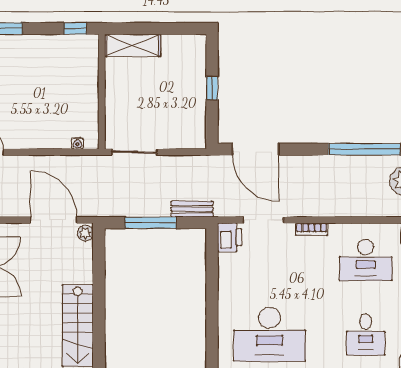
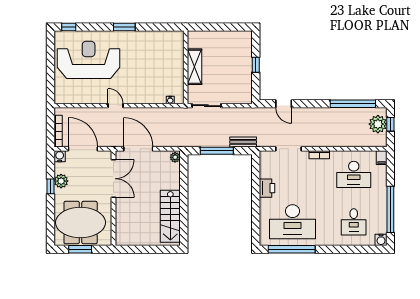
window: (75, 29) -> (169, 27), removed
shelving: (133, 45) -> (195, 67), moved, turned 90
door: (256, 149) -> (284, 104), width x0.53
door: (54, 220) -> (138, 149), moved
printer: (230, 237) -> (267, 188), moved

